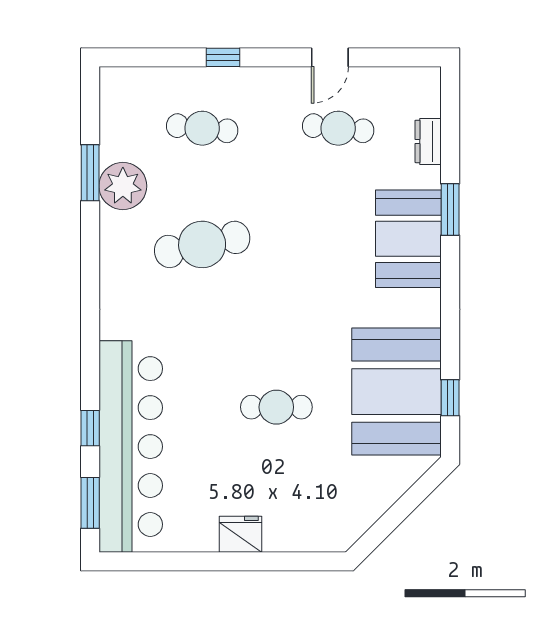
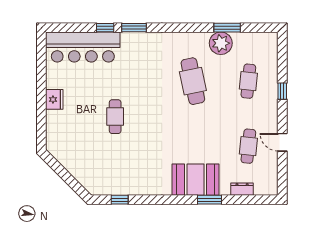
booth: (397, 392) -> (123, 174), removed
bar counter: (131, 447) -> (83, 47), width x0.73
window: (90, 503) -> (134, 28), moved

